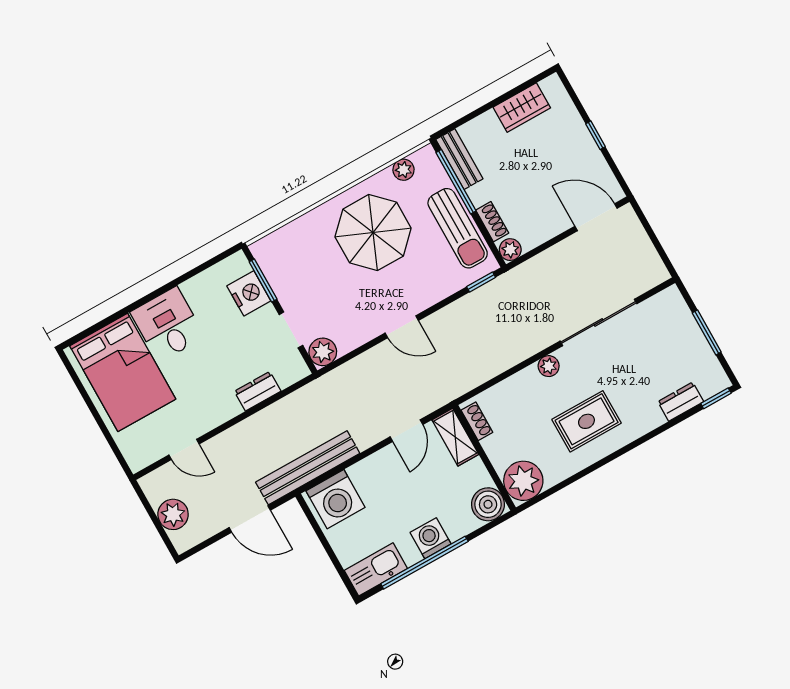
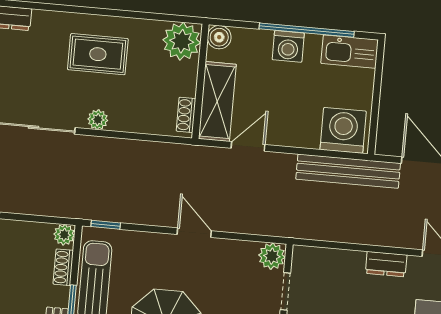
dresser: (258, 391) -> (386, 264), moved
shelving: (455, 437) -> (217, 102), width x1.50, depth x1.33
boiler: (488, 504) -> (219, 37), width x0.73, depth x0.73

